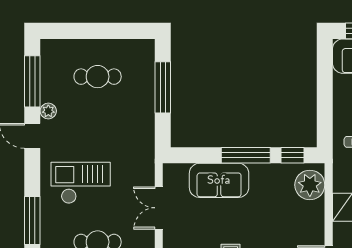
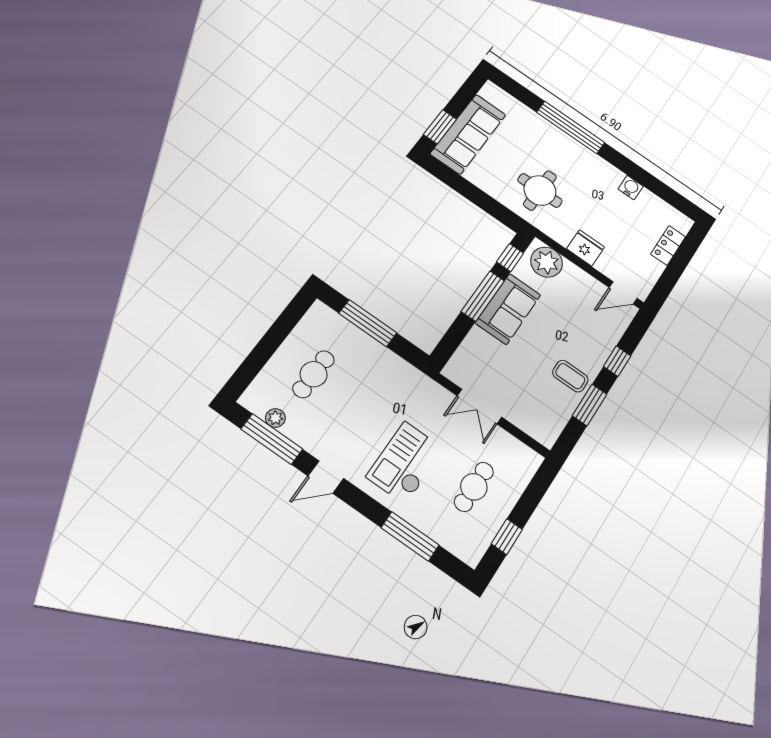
plant: (48, 111) -> (275, 418), moved
sofa: (219, 180) -> (508, 309), moved

